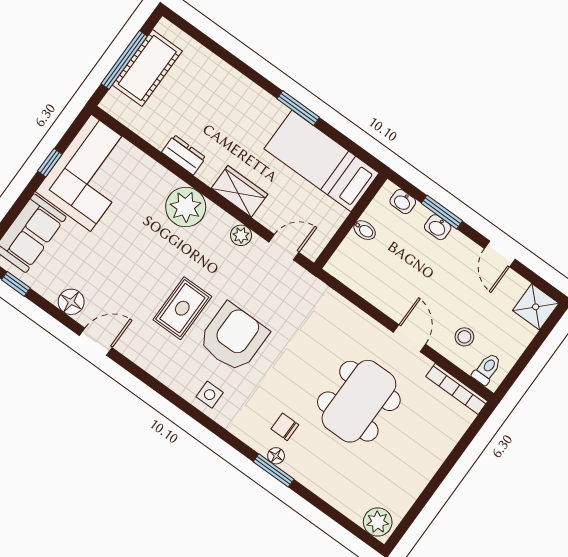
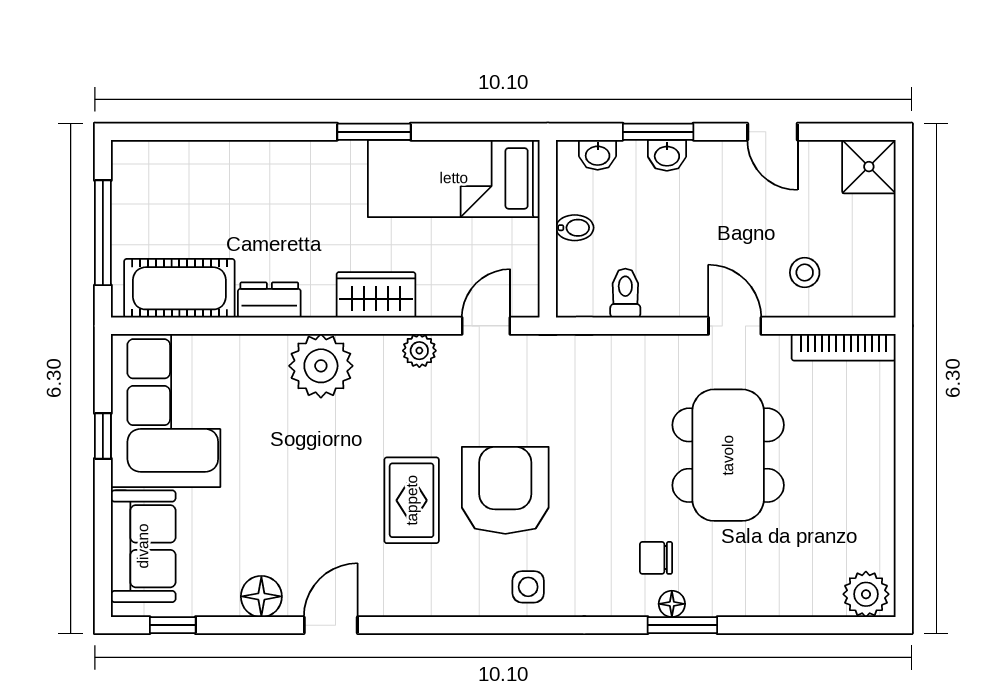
cot: (147, 68) -> (179, 288), moved, turned 90
toilet: (487, 369) -> (625, 293), moved

